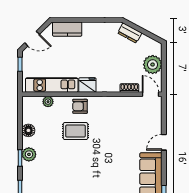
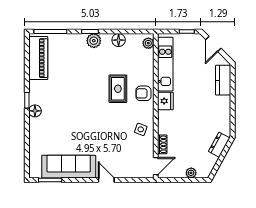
plant: (153, 65) -> (191, 173), width x0.53, depth x0.53
plant: (48, 102) -> (148, 43), moved
armchair: (80, 106) -> (143, 93), turned -90
side table: (115, 109) -> (141, 129), added

